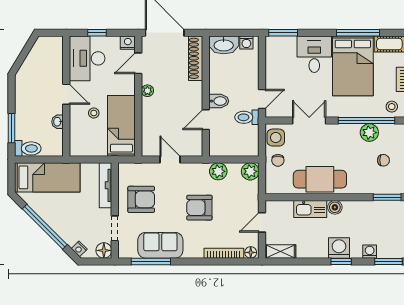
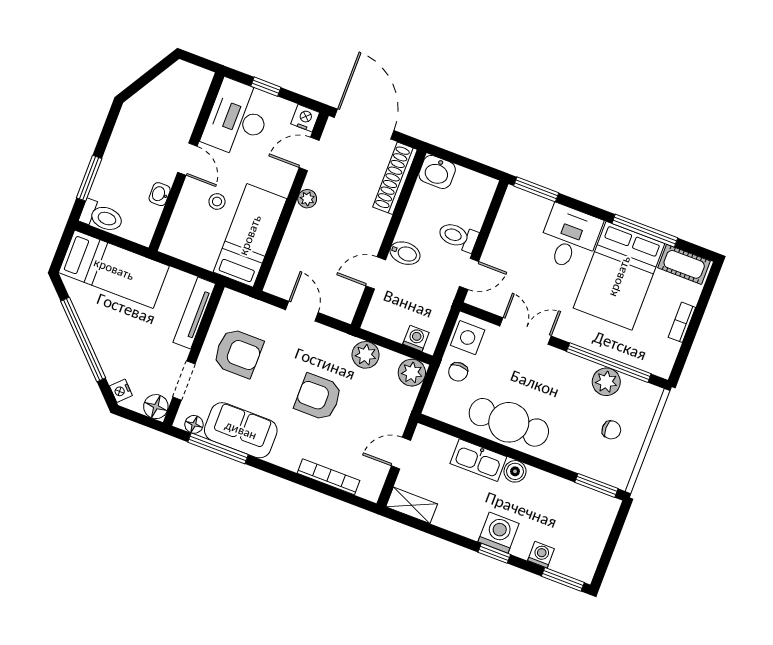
washing machine: (246, 42) -> (416, 338), moved, turned 180
washbasin: (224, 45) -> (437, 172), width x0.72
stool: (392, 107) -> (653, 356), removed
toilet: (247, 117) -> (458, 237), moved
floor lamp: (251, 252) -> (194, 424), moved

